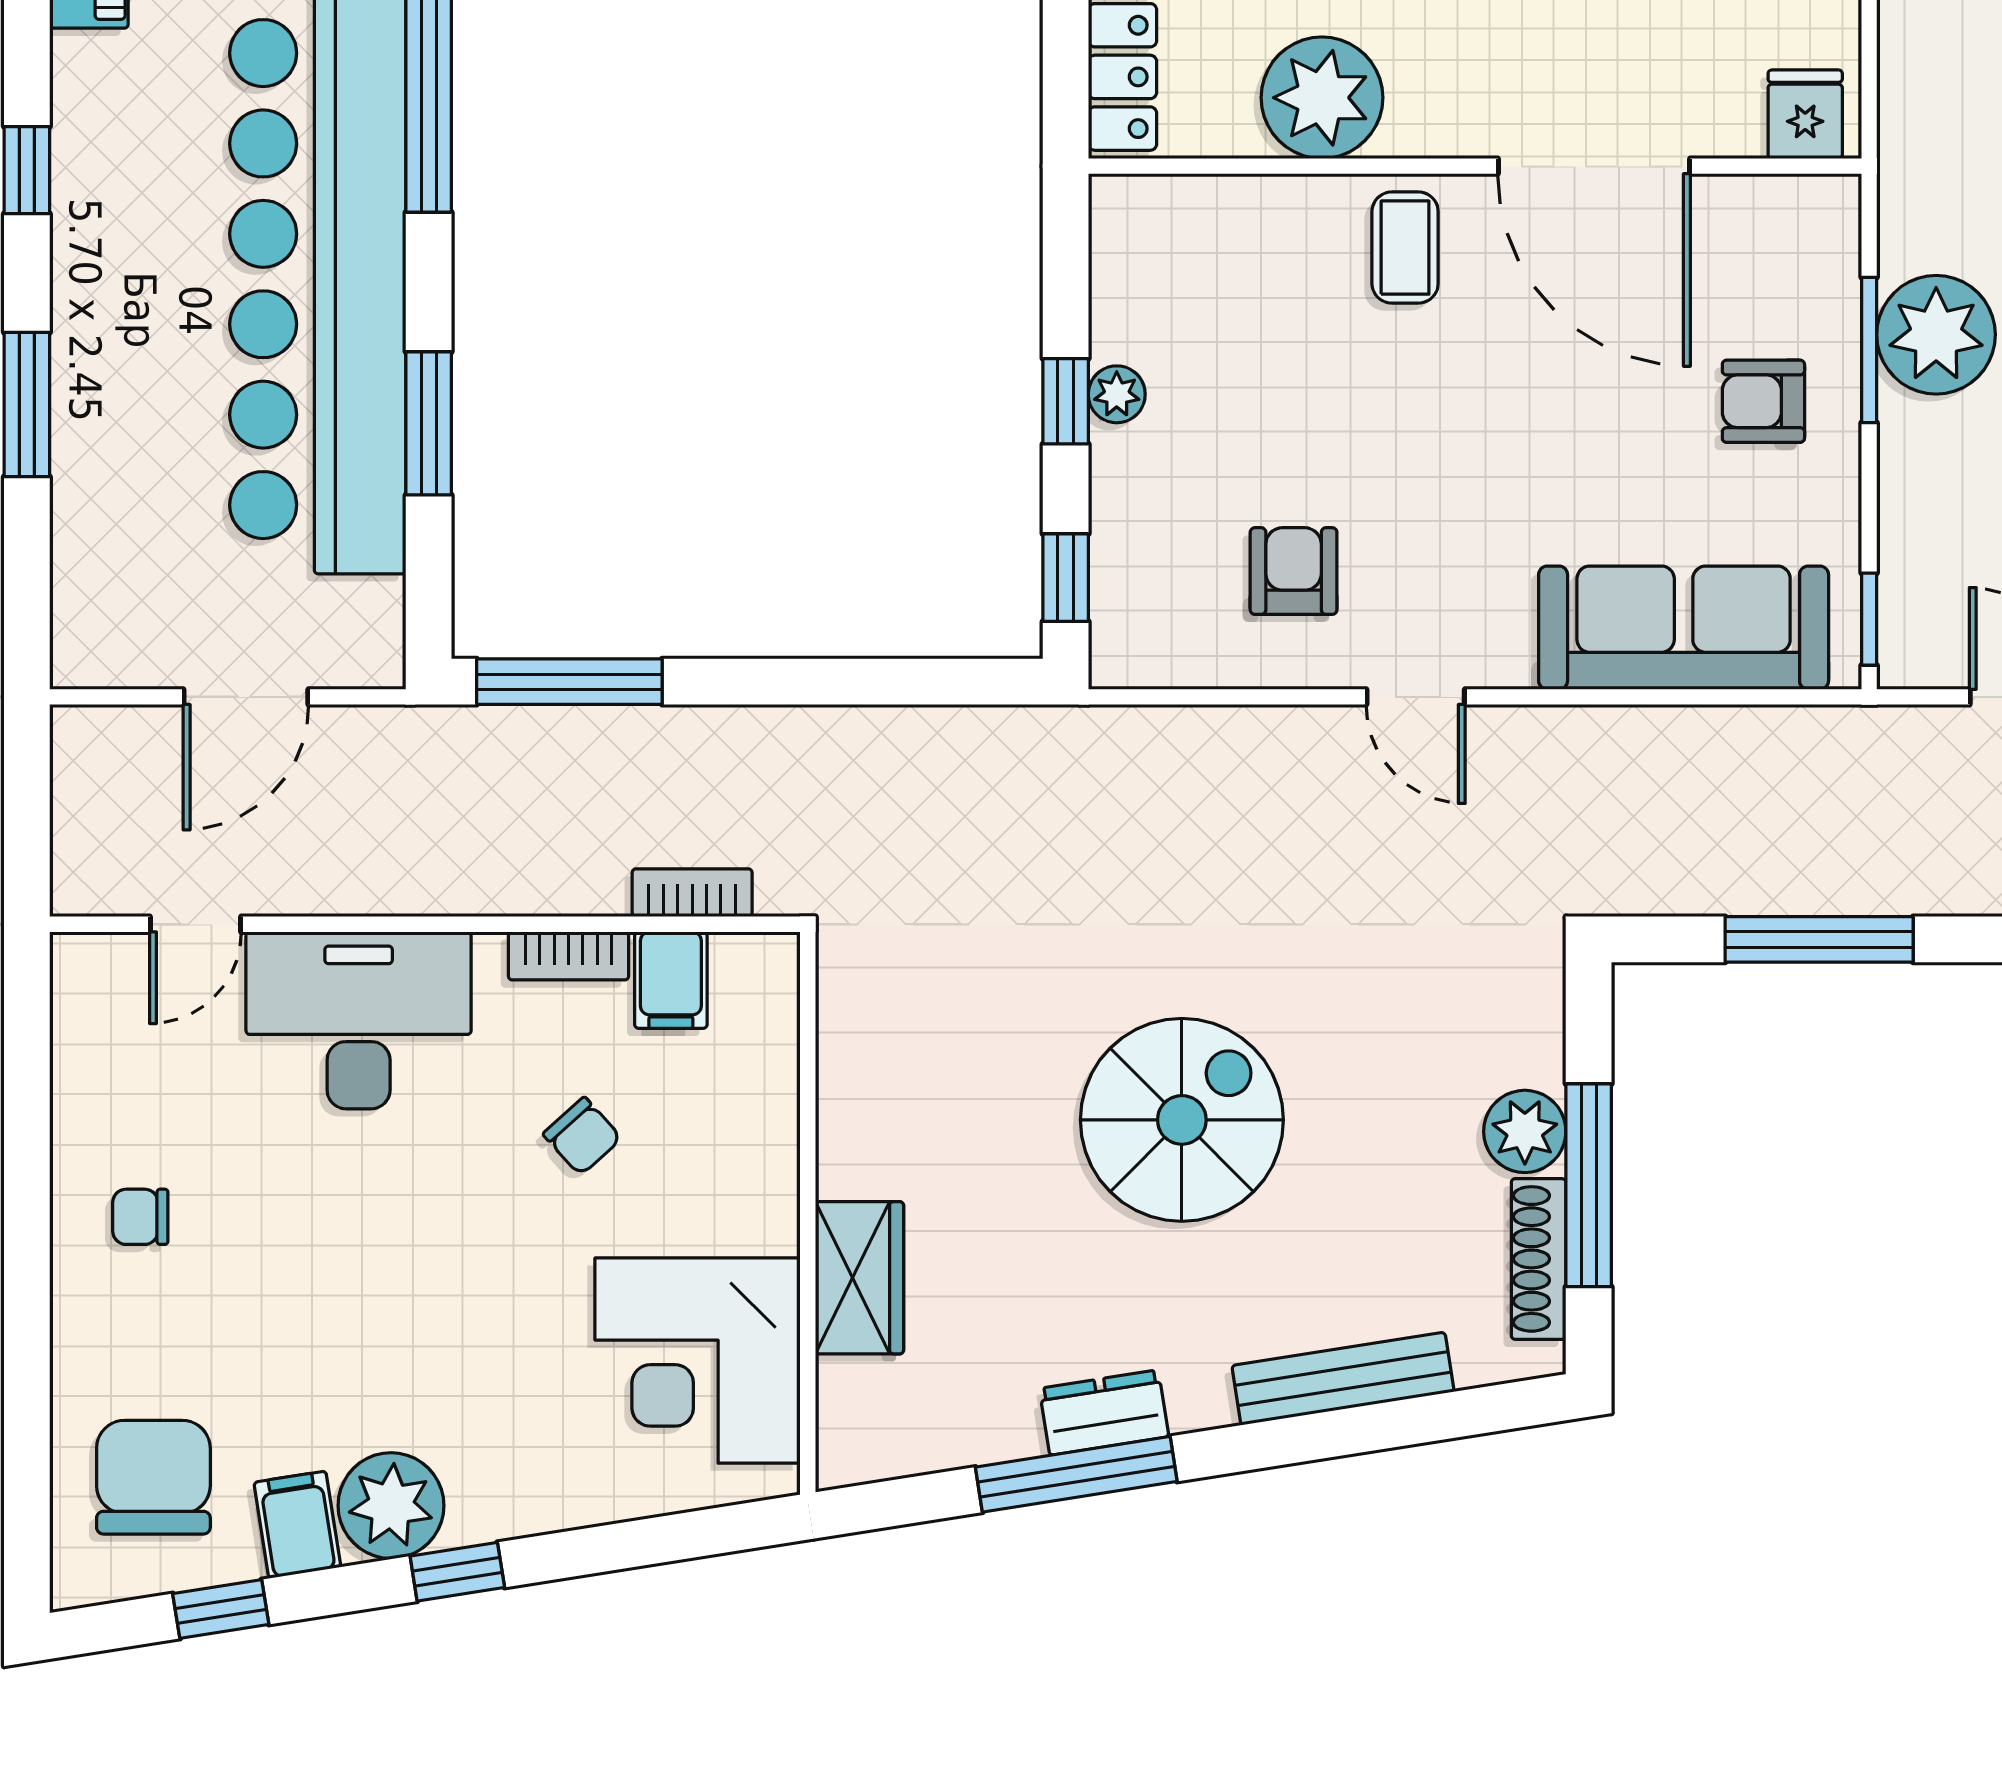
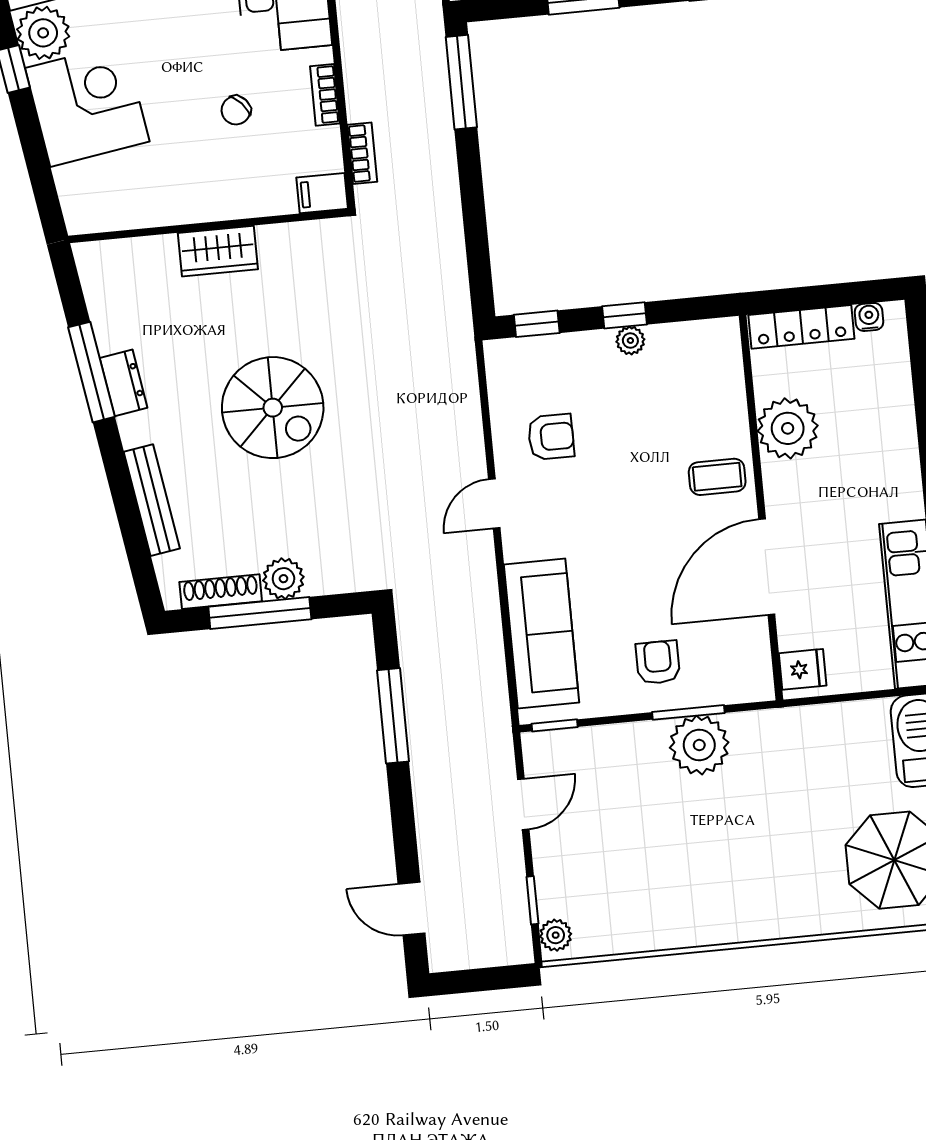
filing cabinet: (671, 980) -> (322, 193), moved
wardrobe: (859, 1278) -> (218, 251), moved
corner desk: (698, 1361) -> (87, 105), moved, turned 81

